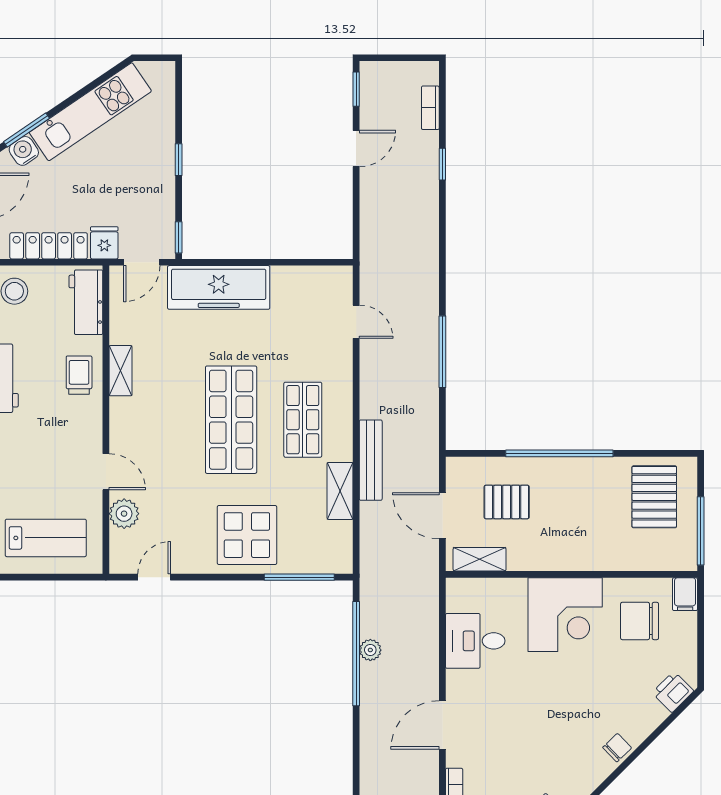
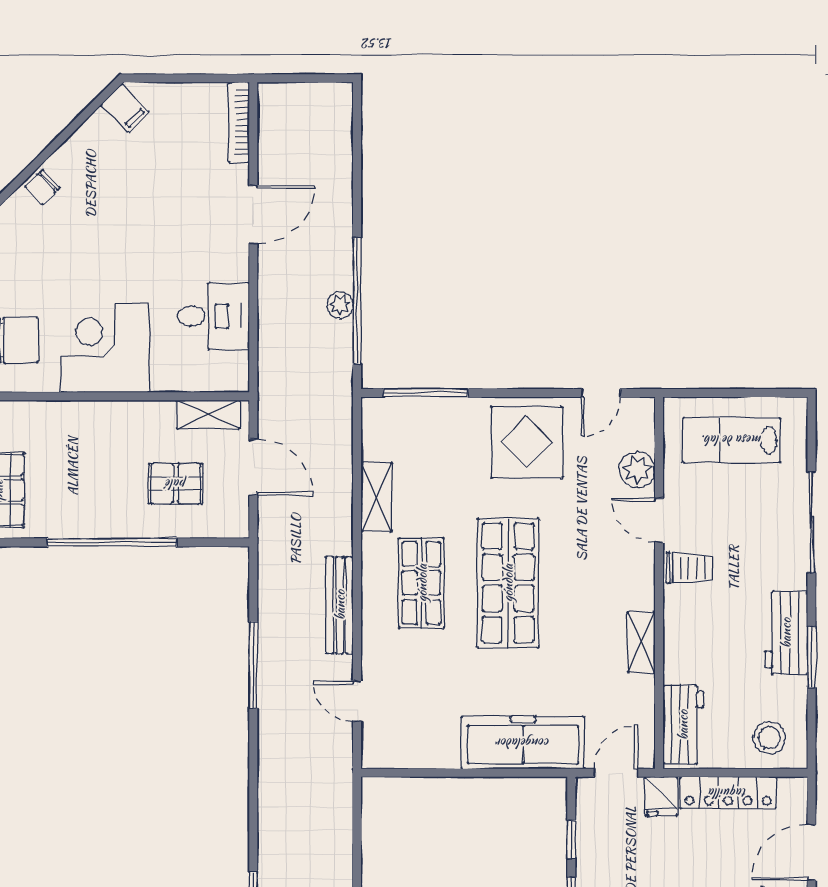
window: (179, 237) -> (571, 840), moved
trolley: (79, 375) -> (689, 568), moved, turned -90
bench: (371, 460) -> (340, 605), moved
display table: (247, 535) -> (527, 442), moved

